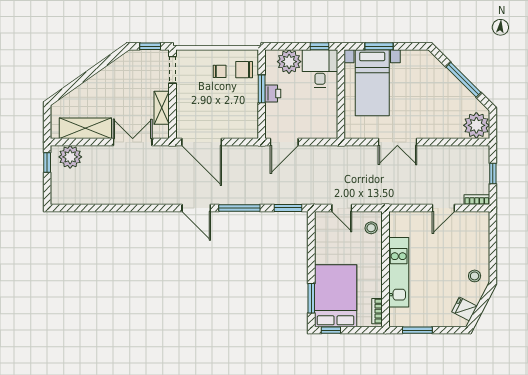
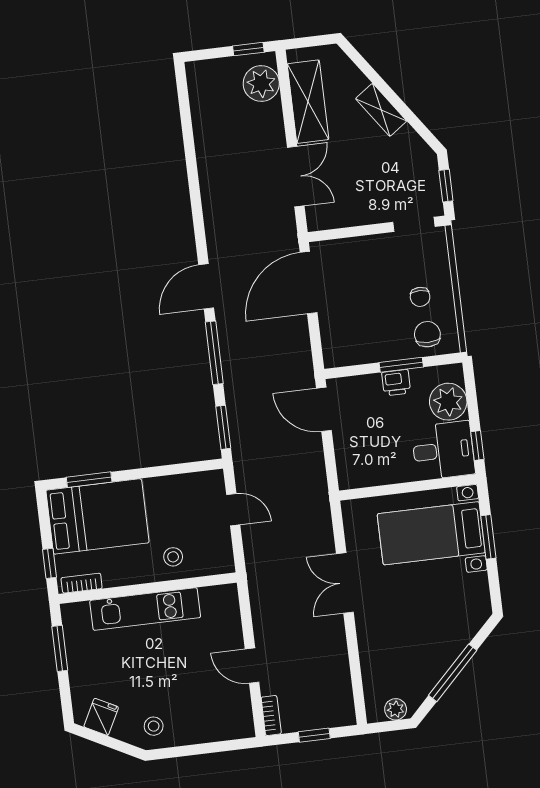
shelving: (162, 108) -> (381, 110), moved, turned 55
plant: (476, 125) -> (396, 709), width x0.53, depth x0.53
door: (342, 208) -> (233, 510), swing flipped
stool: (371, 228) -> (173, 557), moved
window: (331, 330) -> (50, 563), moved

